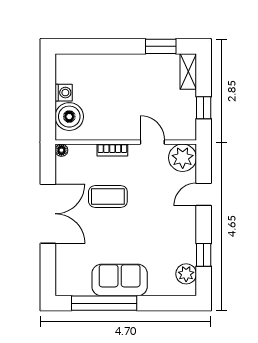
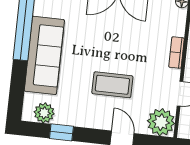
coffee table: (108, 196) -> (112, 85), moved, turned 90
sofa: (120, 280) -> (44, 55), width x1.36

